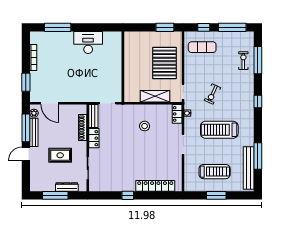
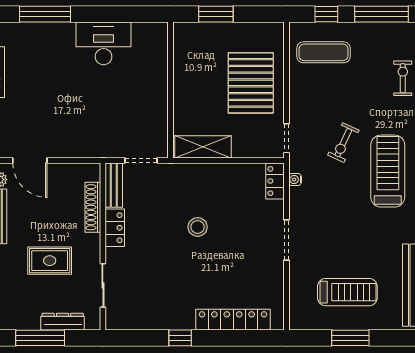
window: (165, 27) -> (216, 14), moved
shelving: (155, 96) -> (203, 147), moved
stool: (145, 126) -> (198, 227), moved
treadmill: (219, 130) -> (388, 171), moved, turned 90

